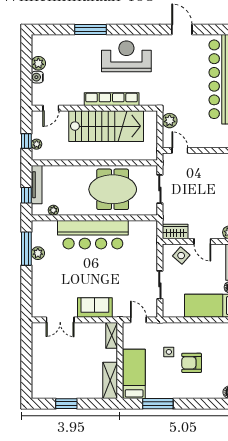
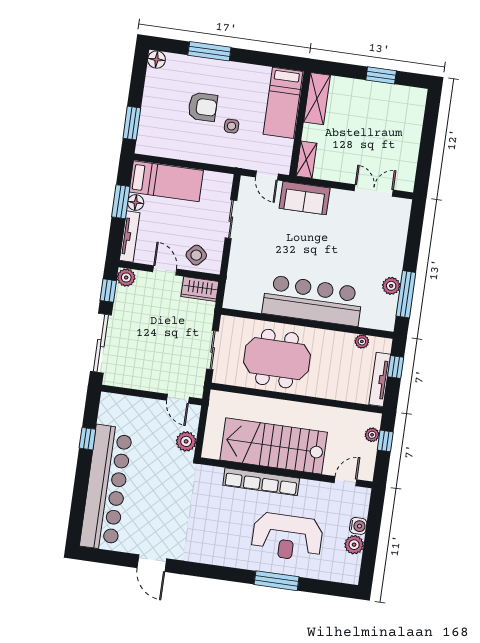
reception desk: (126, 56) -> (287, 537), moved
sofa: (95, 308) -> (305, 198), moved
window: (158, 404) -> (209, 51), moved

